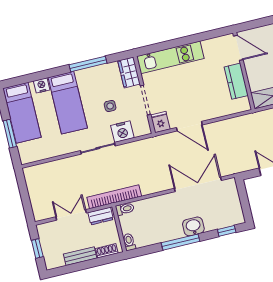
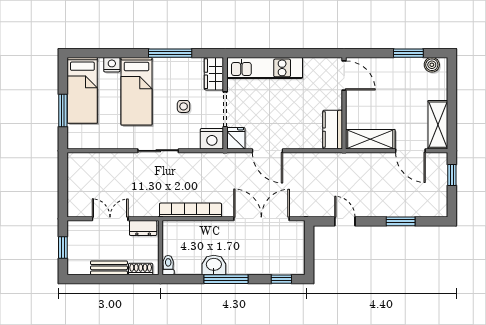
kitchen counter: (236, 81) -> (333, 130), moved
nightstand: (122, 132) -> (212, 139), moved
bookcase: (114, 197) -> (190, 210), moved
toilet: (125, 209) -> (172, 227), removed
washbasin: (193, 226) -> (214, 265), moved

